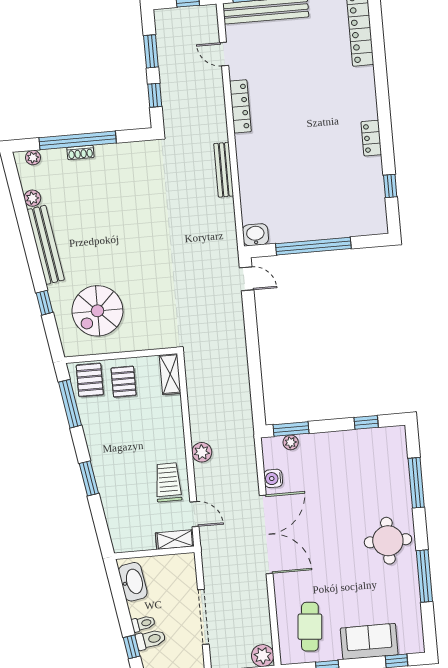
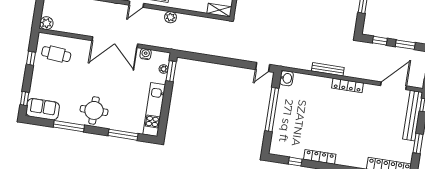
door: (224, 54) -> (393, 86), width x1.88
locker: (240, 106) -> (347, 85), moved
locker: (371, 138) -> (320, 157), width x1.53
window: (366, 422) -> (164, 115), removed
kitchen unit: (362, 441) -> (154, 109), added
sofa: (369, 641) -> (43, 109), moved, turned -90

